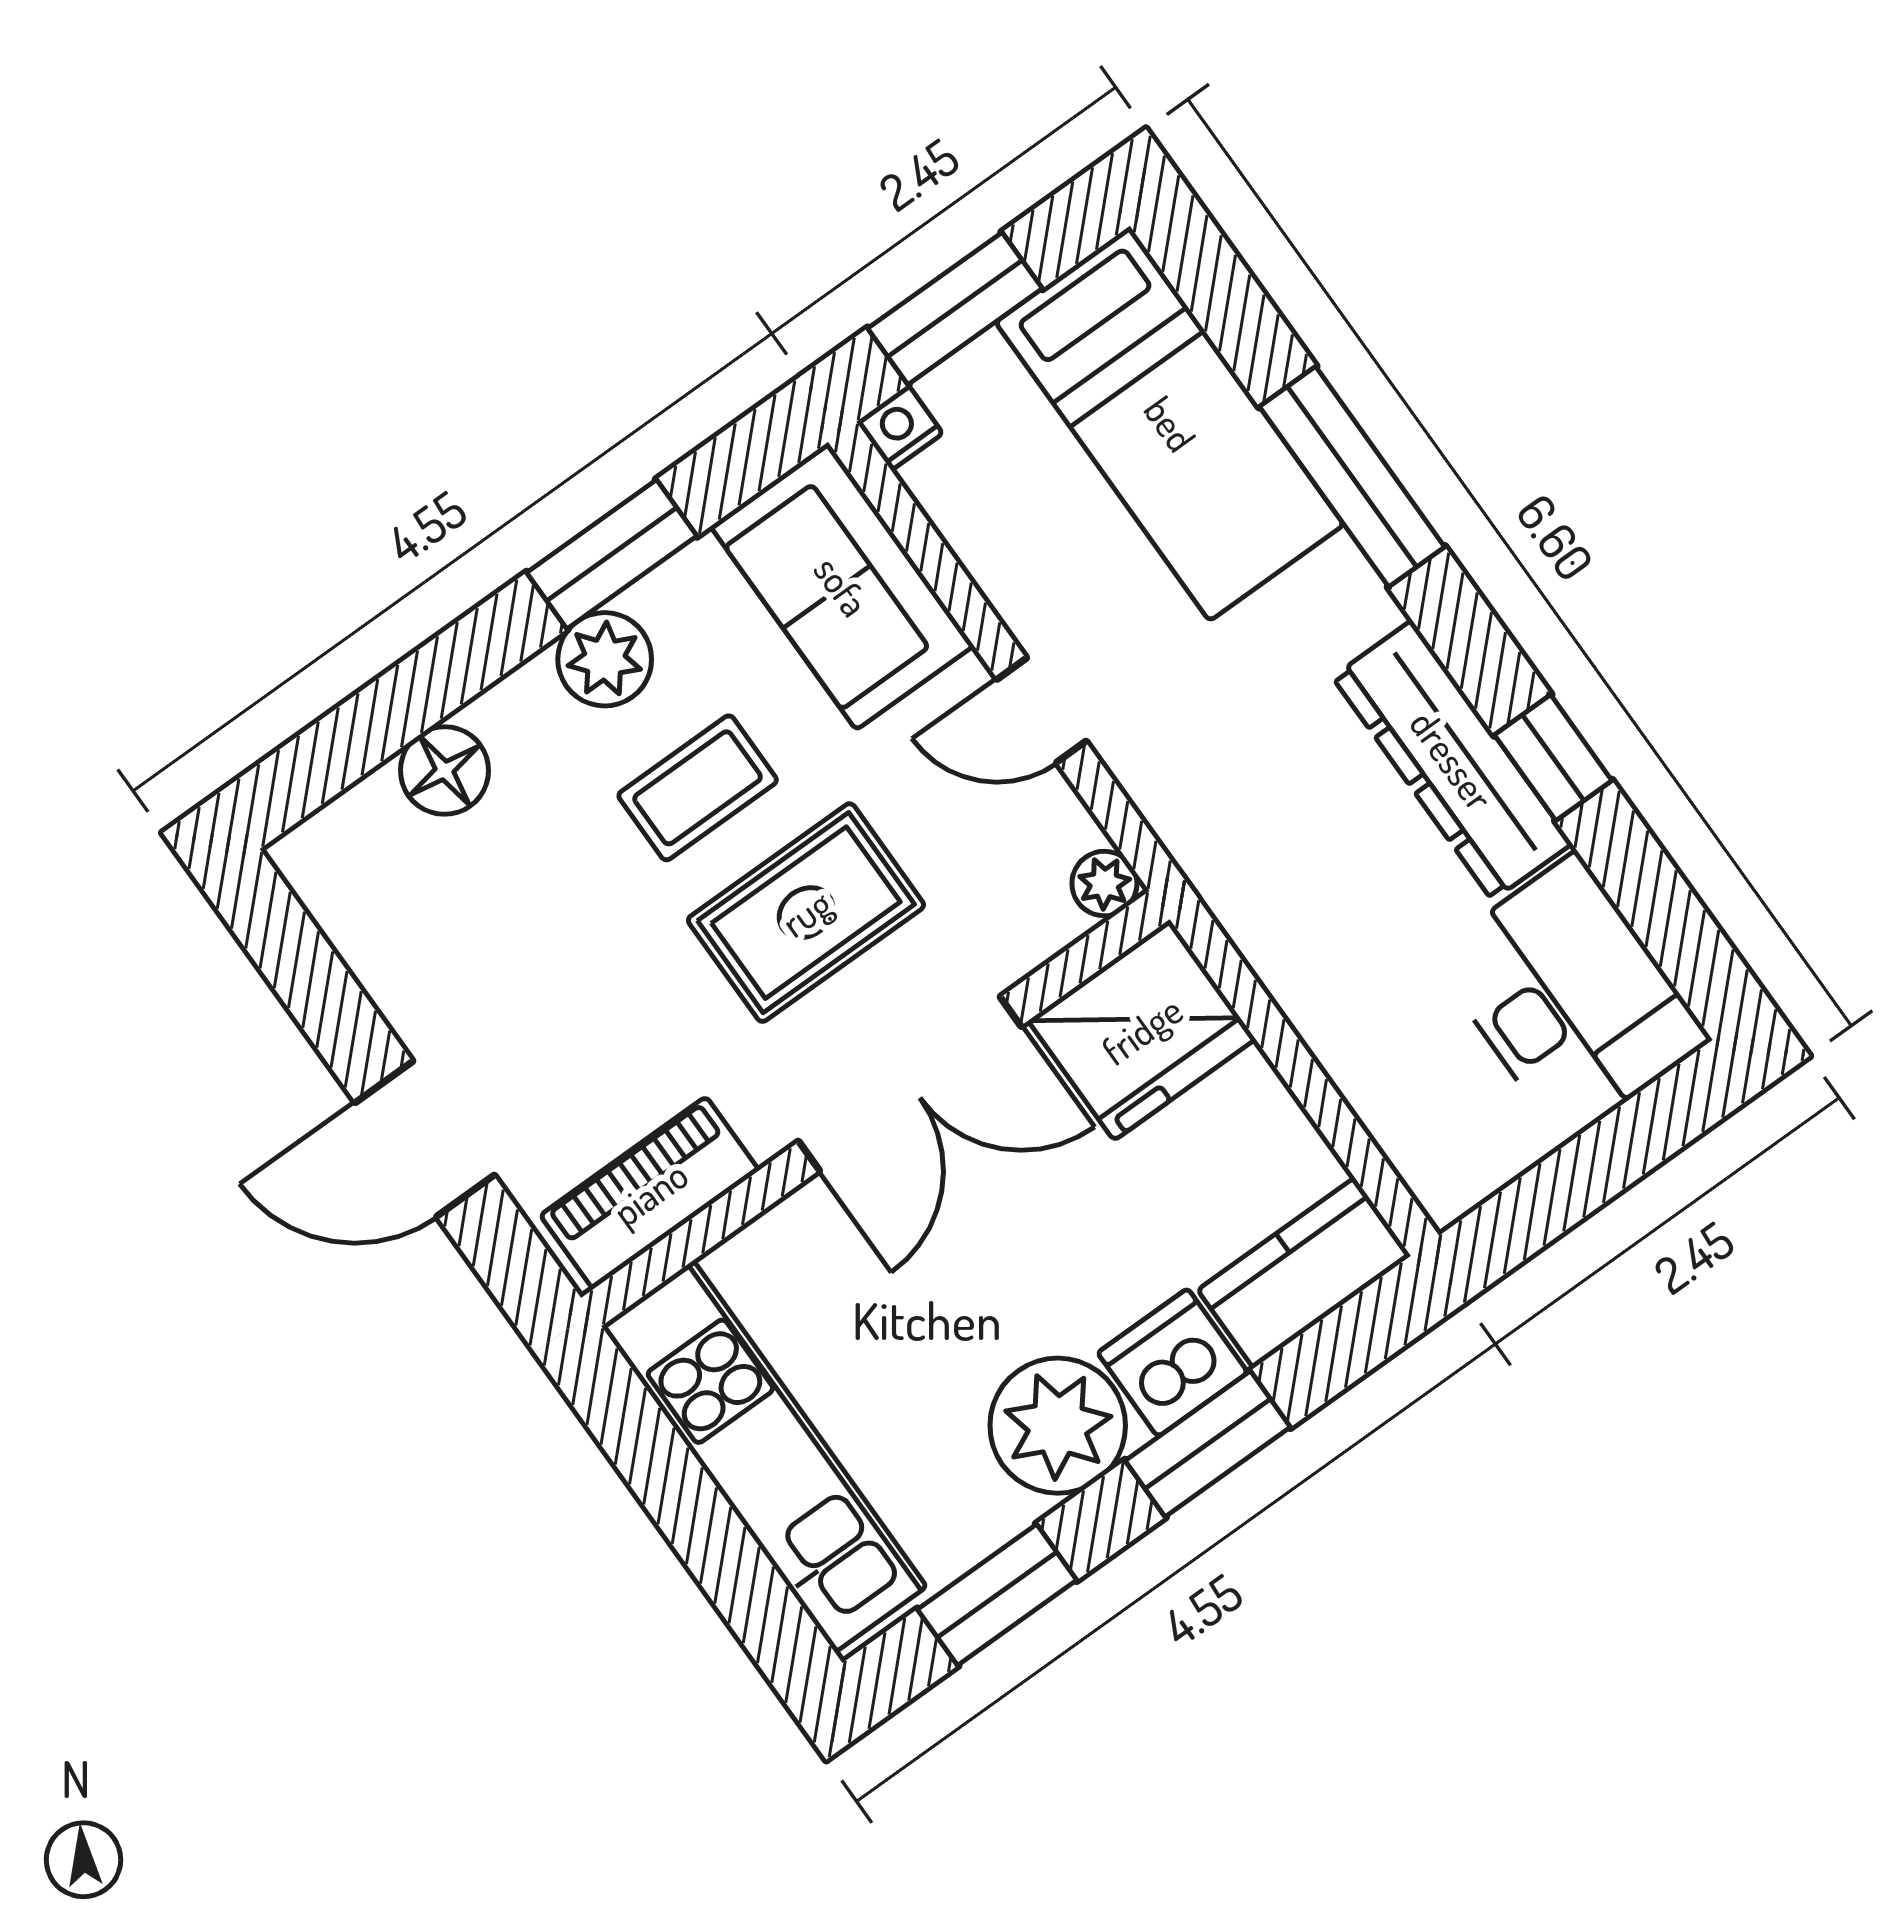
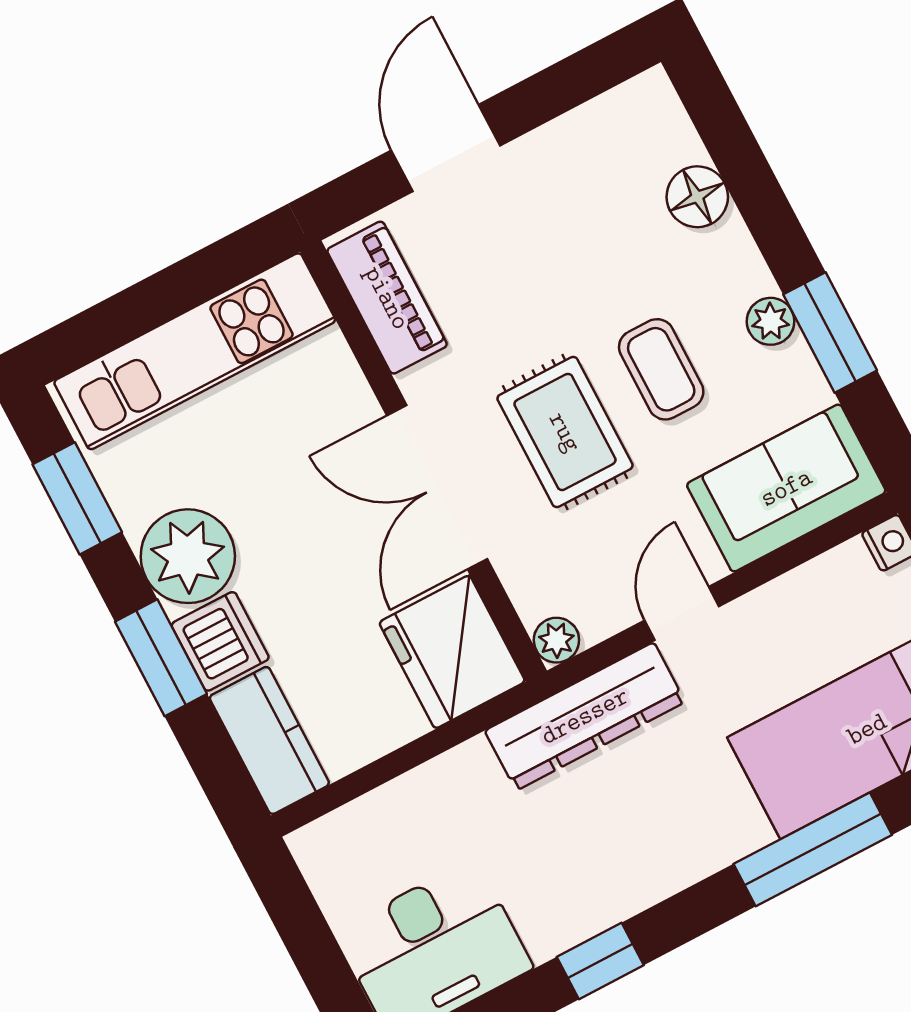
plant: (605, 659) -> (770, 321), width x0.73, depth x0.73
dresser: (1452, 760) -> (585, 716), moved, turned 180

